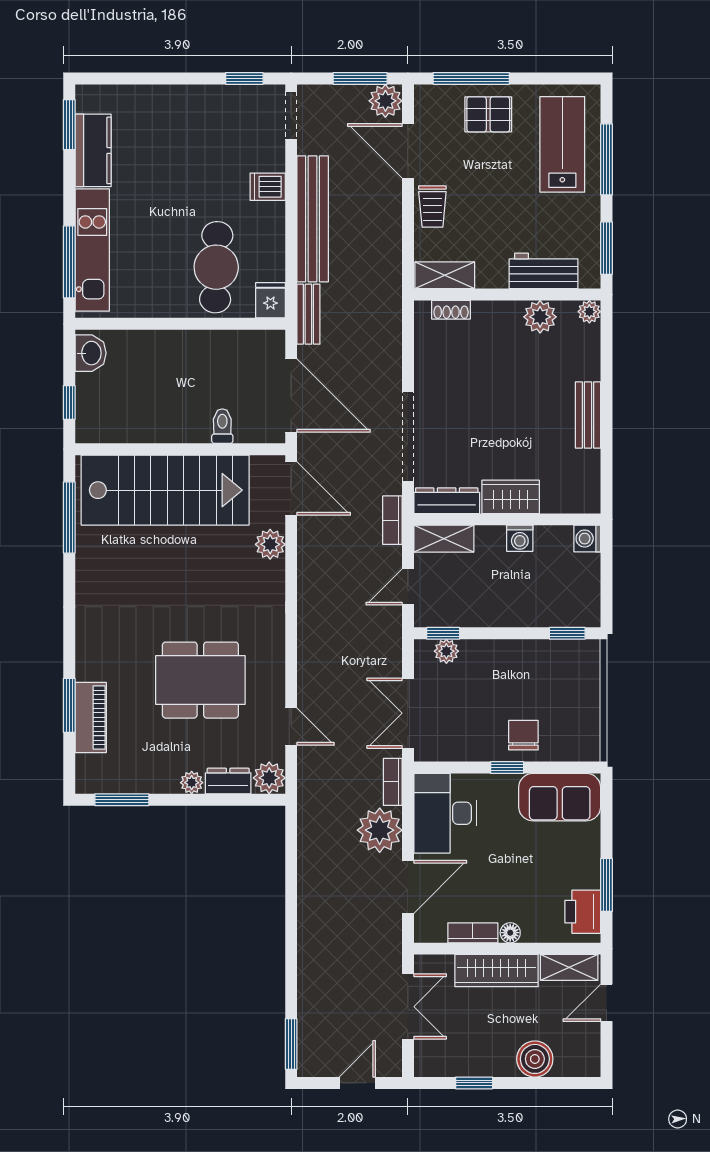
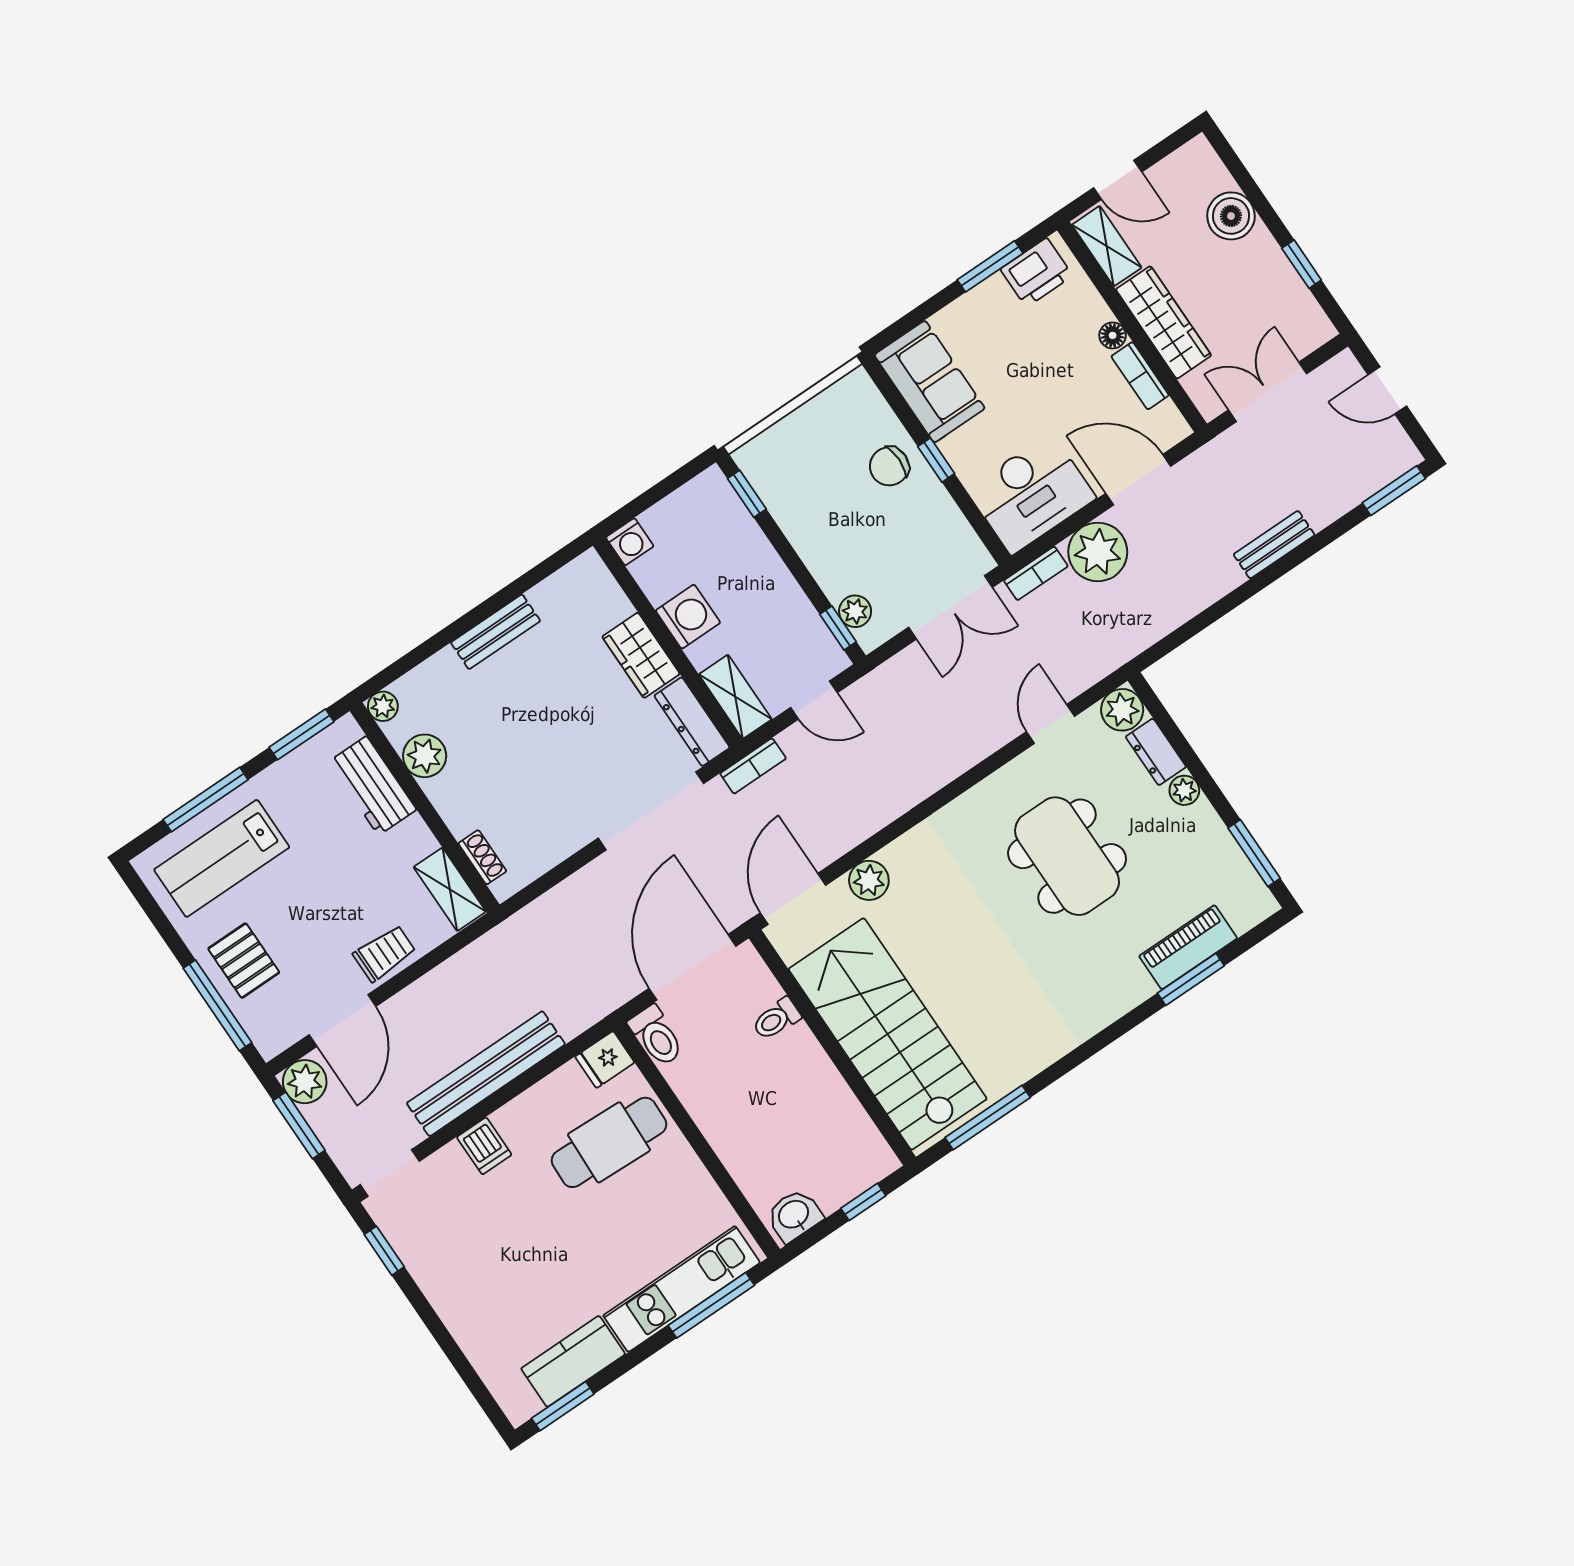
bench: (308, 314) -> (1274, 545), moved
toilet: (263, 343) -> (656, 1036), added
washing machine: (520, 538) -> (688, 617), width x1.38, depth x1.38

